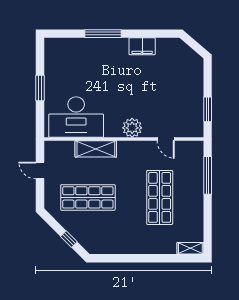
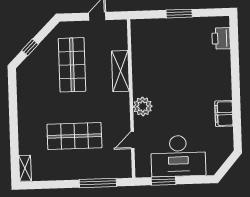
window: (103, 34) -> (235, 74), removed
printer: (66, 47) -> (221, 38), added
desk: (76, 117) -> (178, 156), moved, turned -90

